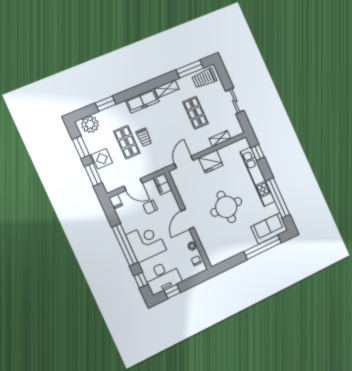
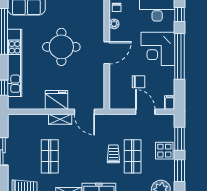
shelving: (220, 139) -> (60, 119), moved
door: (184, 162) -> (84, 112), hinge flipped
filing cabinet: (163, 184) -> (116, 99), removed

